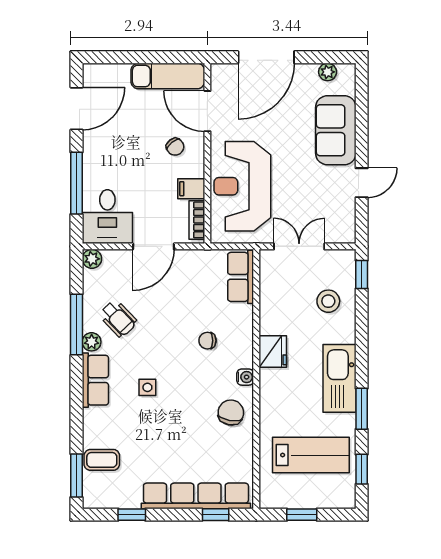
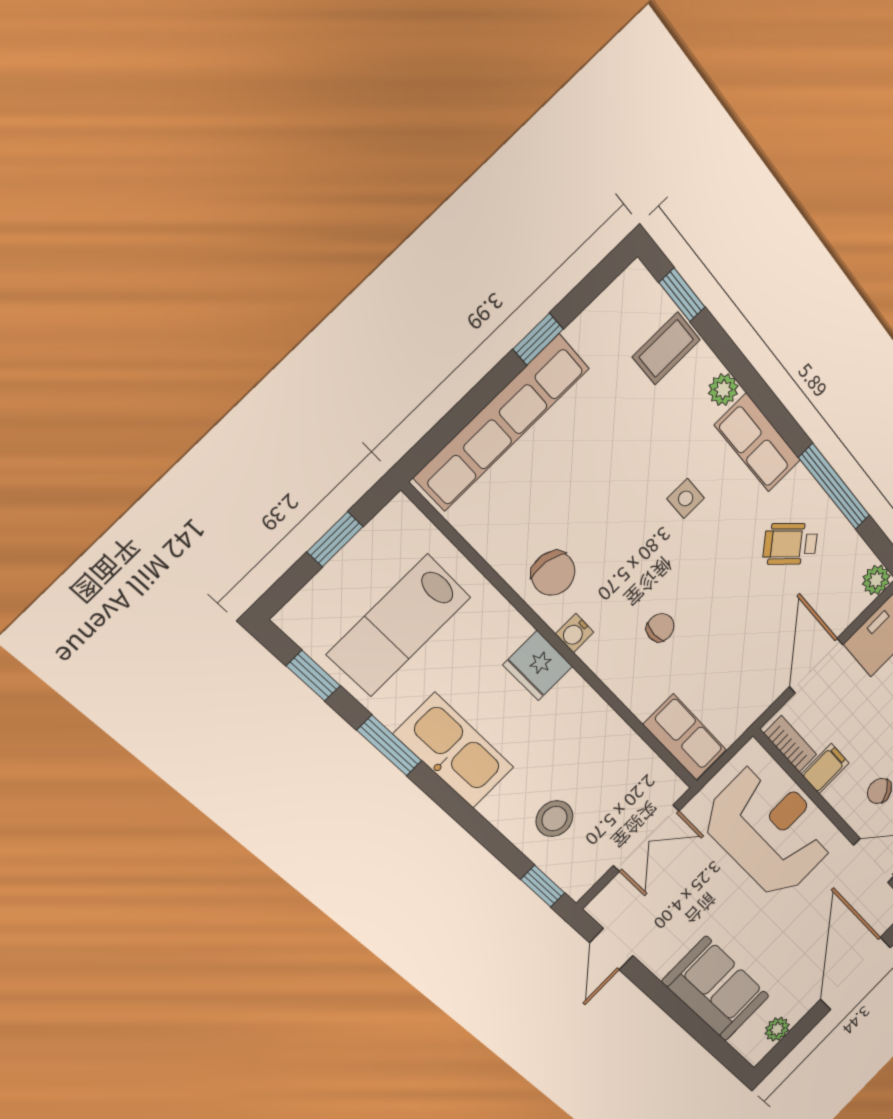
door: (362, 183) -> (611, 949), moved
plant: (92, 342) -> (723, 390), moved
fridge: (273, 352) -> (538, 666), moved
window: (76, 476) -> (682, 295), width x0.67
window: (132, 515) -> (538, 339), moved
window: (216, 515) -> (452, 424), removed

